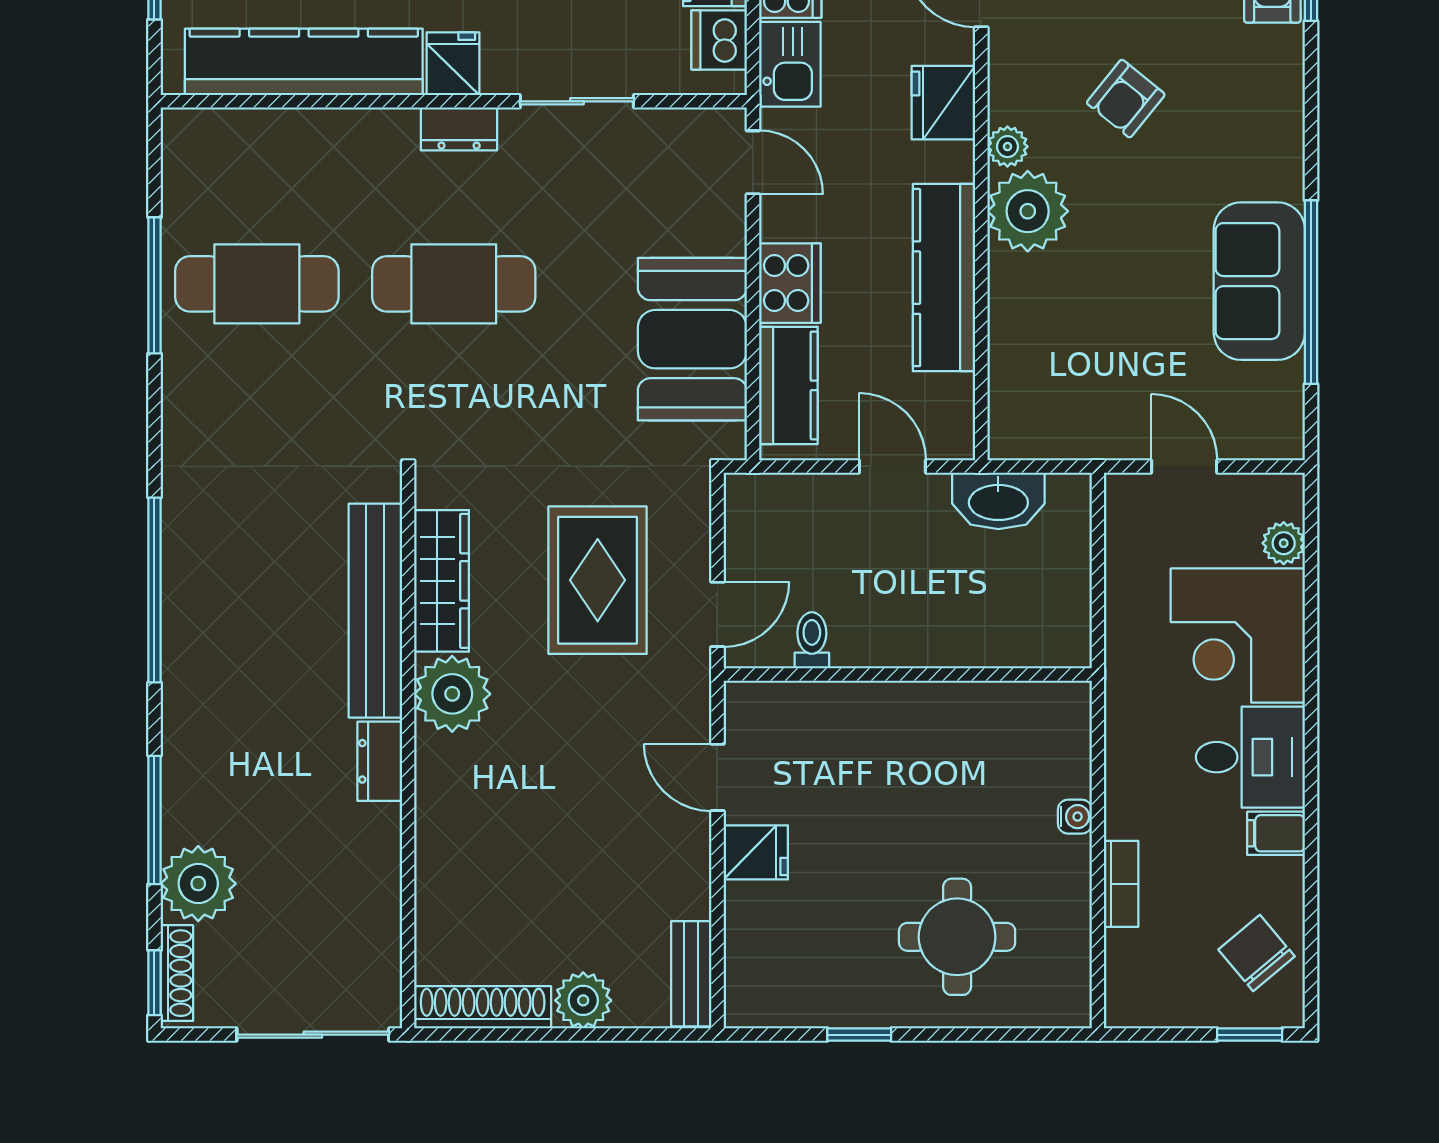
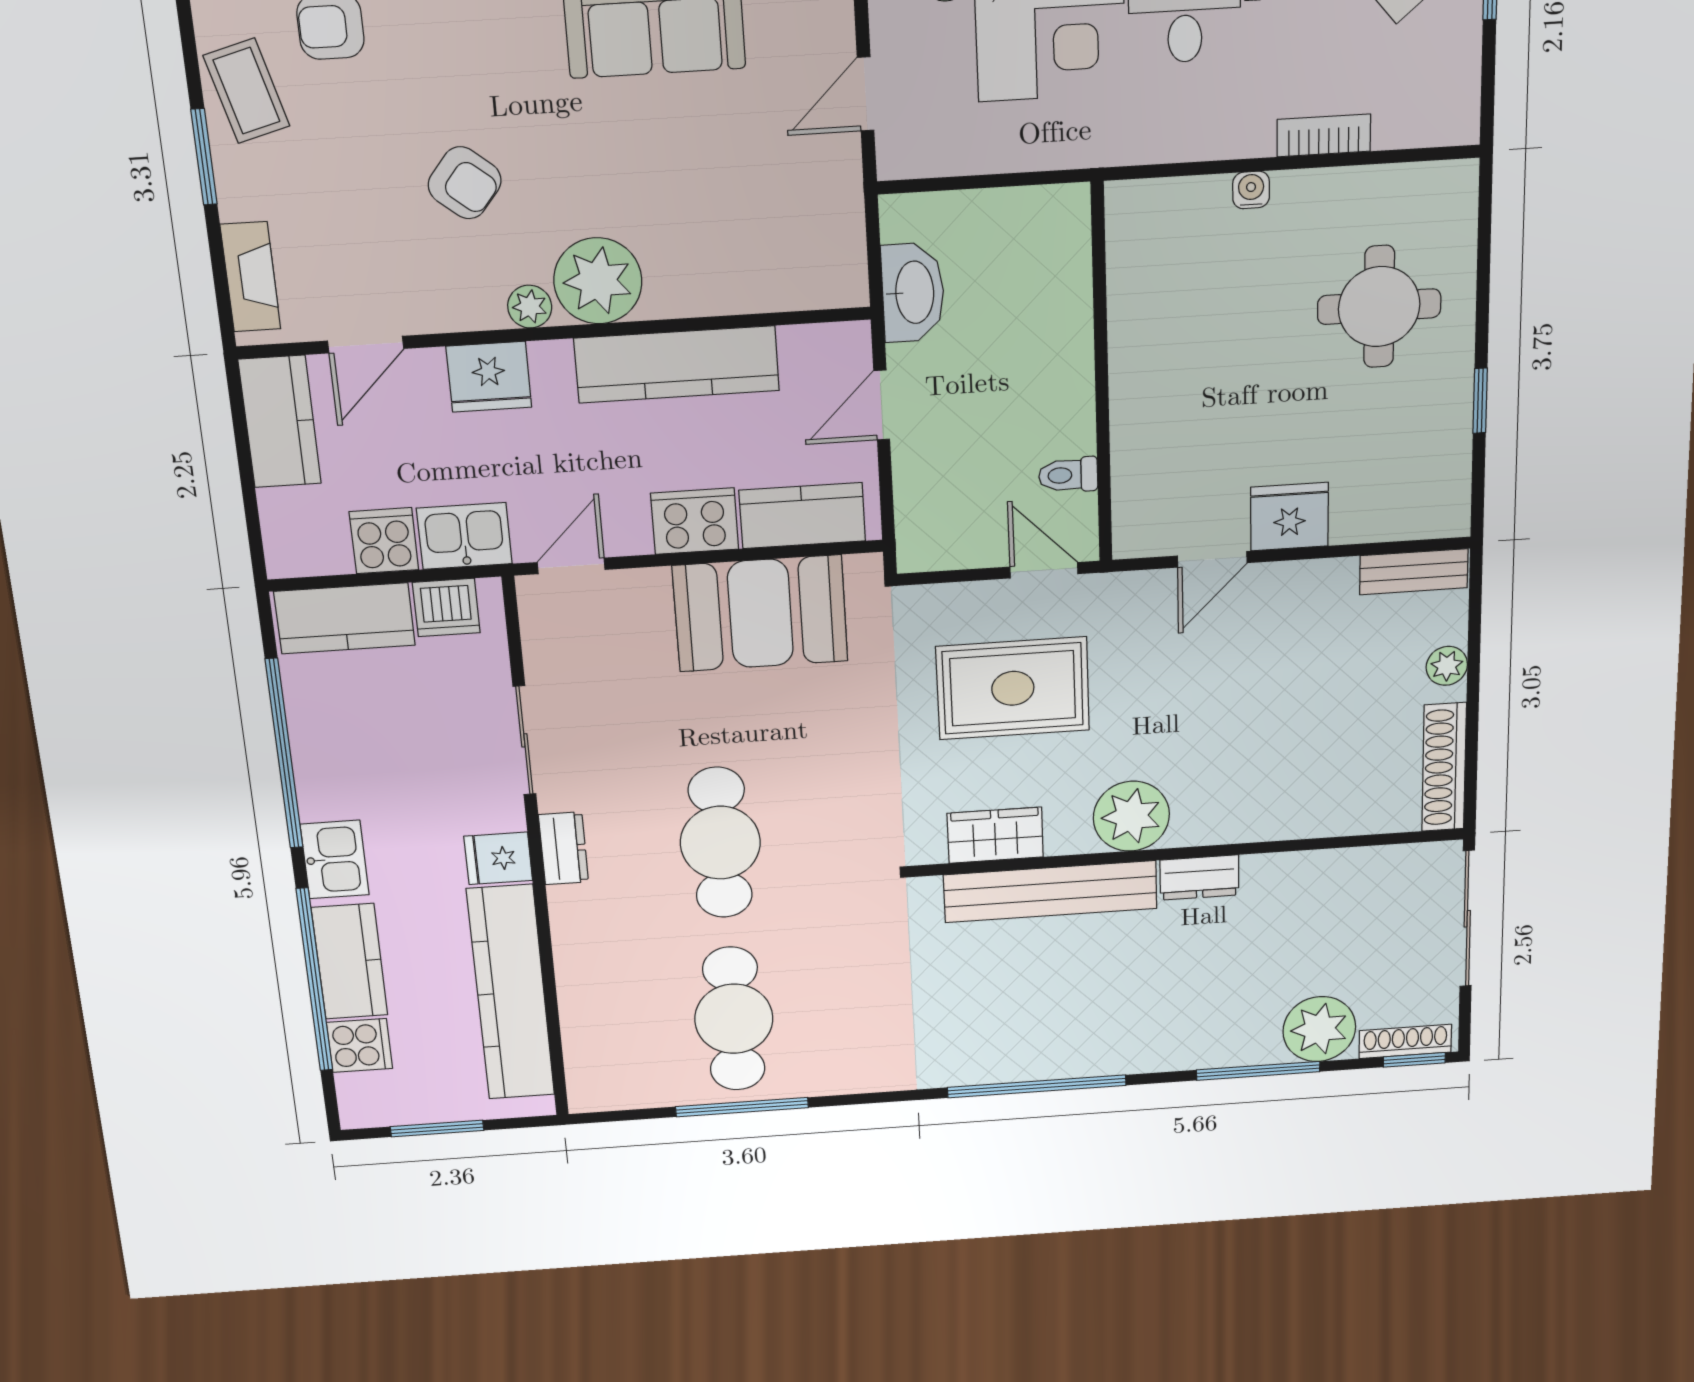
wardrobe: (442, 581) -> (995, 835), width x0.67
fridge: (756, 852) -> (1289, 517), width x1.38
plant: (583, 1000) -> (1447, 666), width x0.73, depth x0.73

